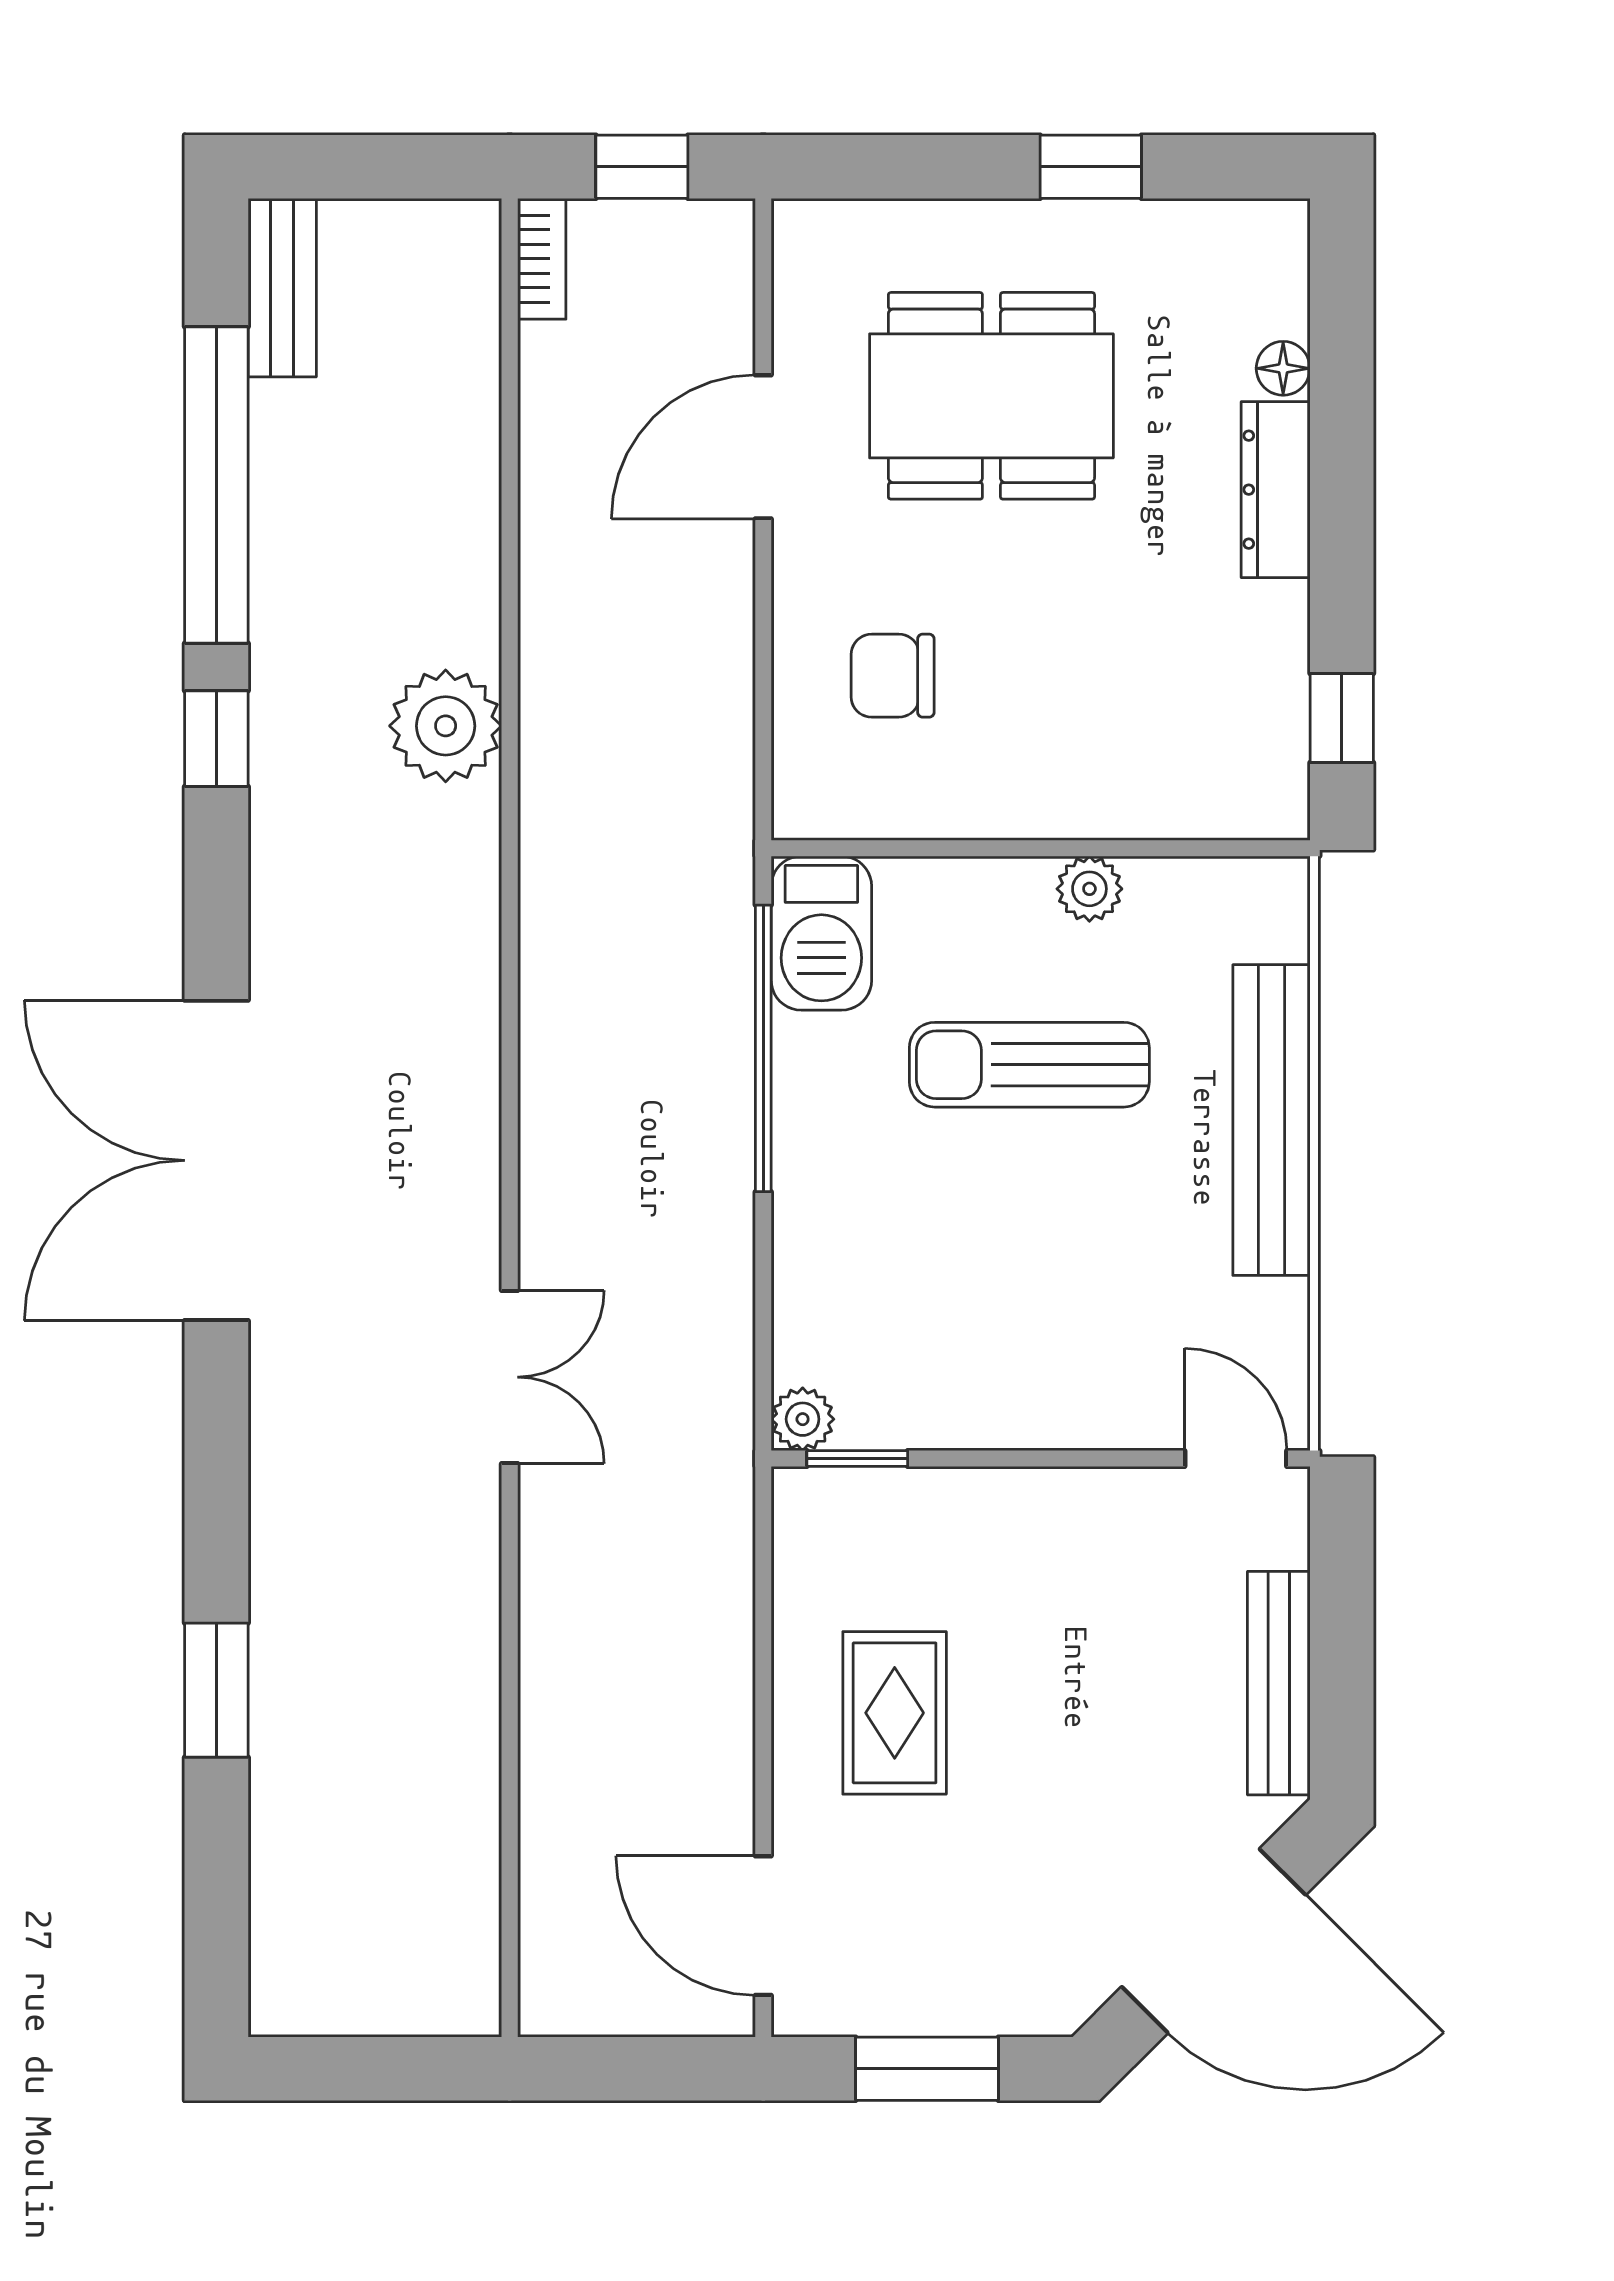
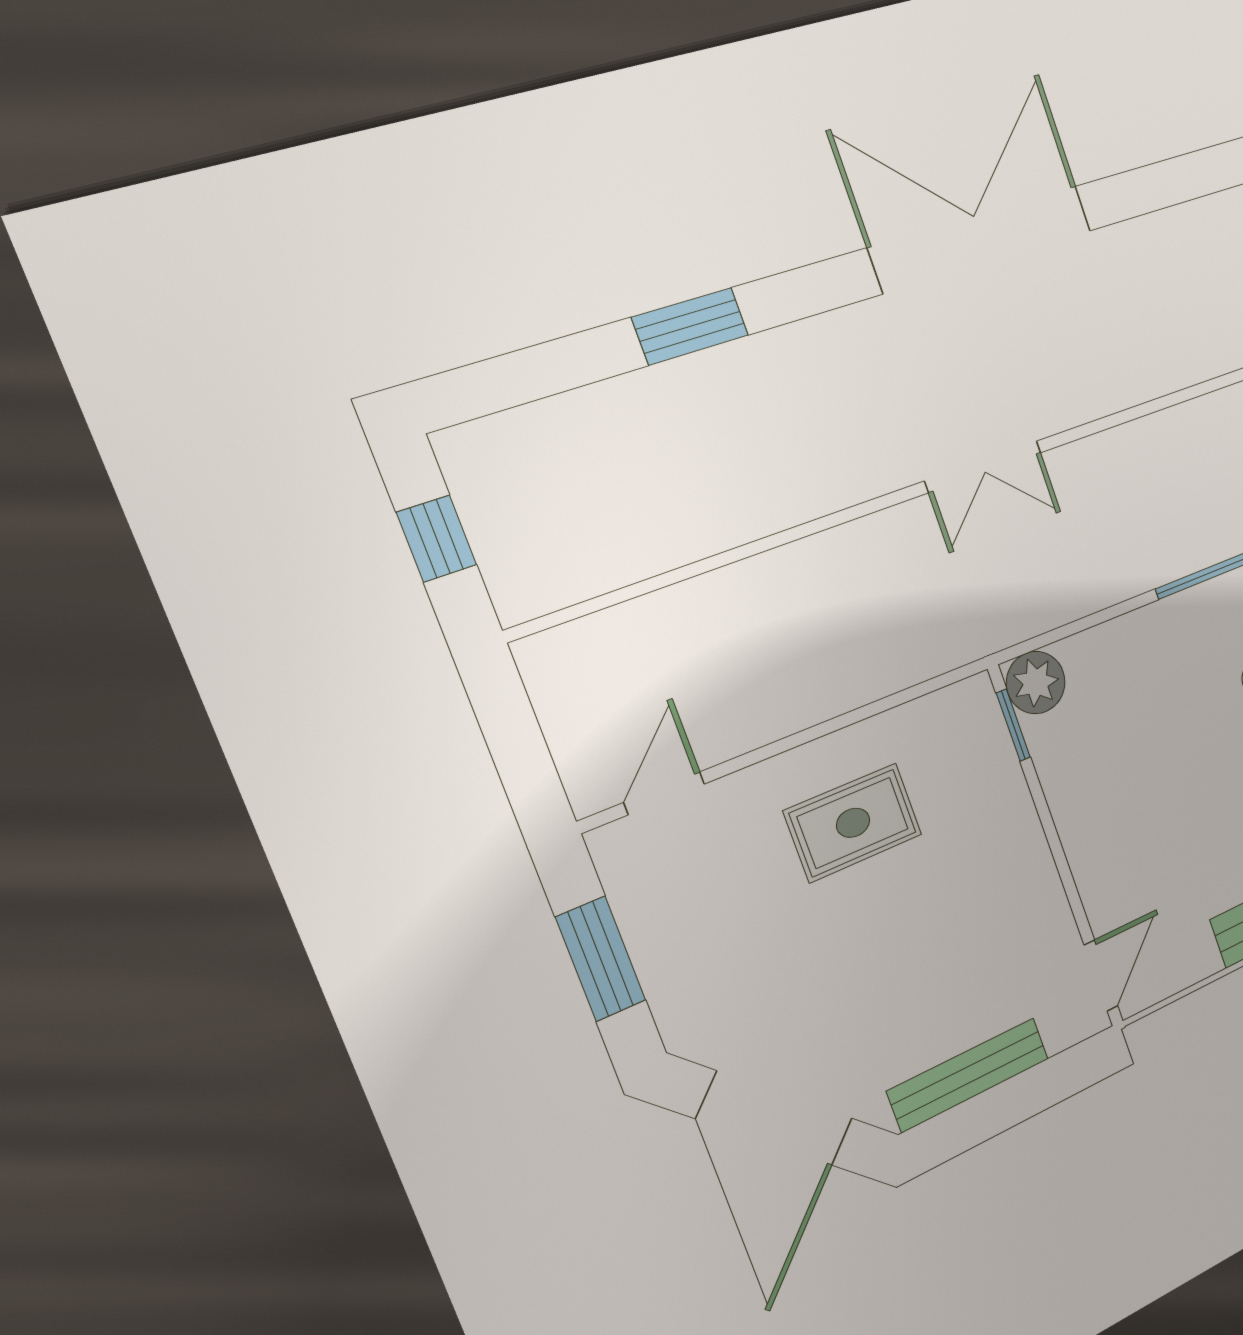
double door: (216, 1160) -> (981, 239), moved
plant: (803, 1419) -> (1036, 683), width x1.38, depth x1.38
door: (763, 1926) -> (664, 793), width x0.73
window: (371, 2069) -> (437, 539), added

